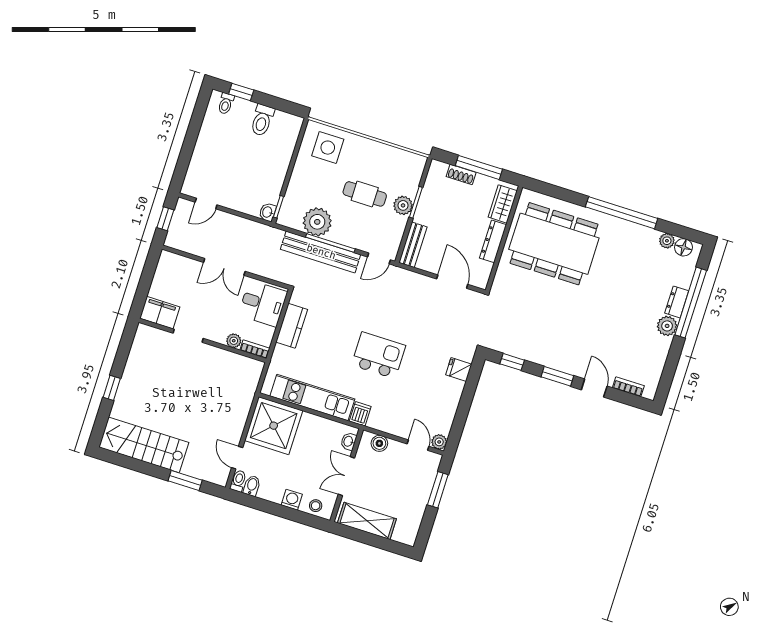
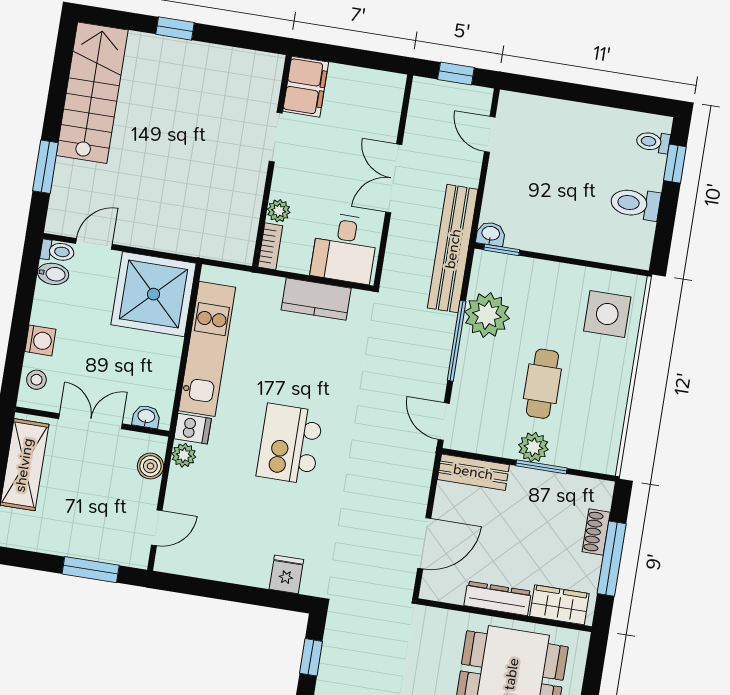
bench: (321, 252) -> (453, 249), moved
kitchen island: (379, 355) -> (290, 444), turned 180
plant: (439, 442) -> (184, 455), moved

